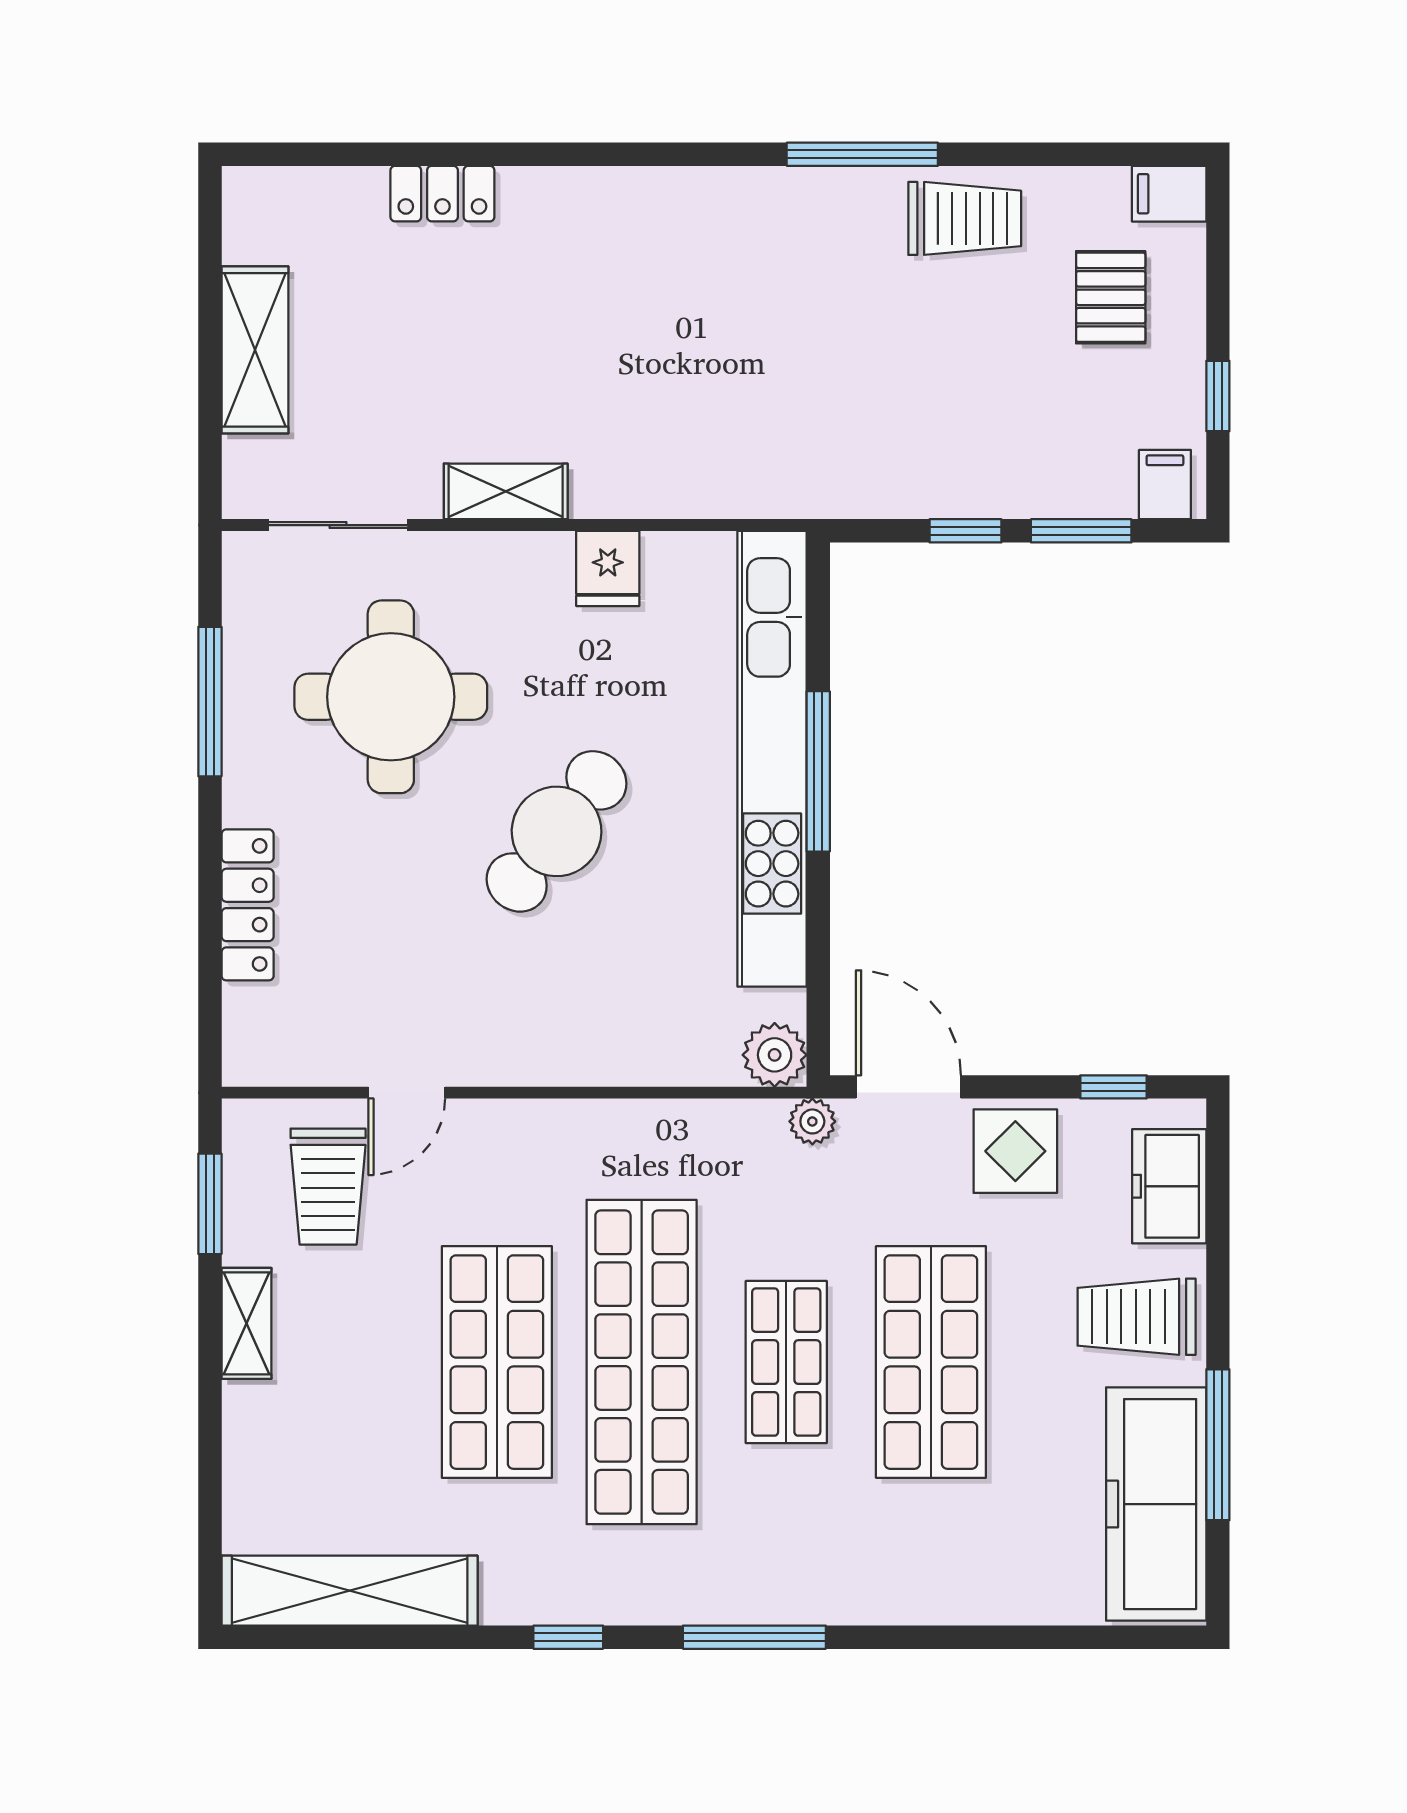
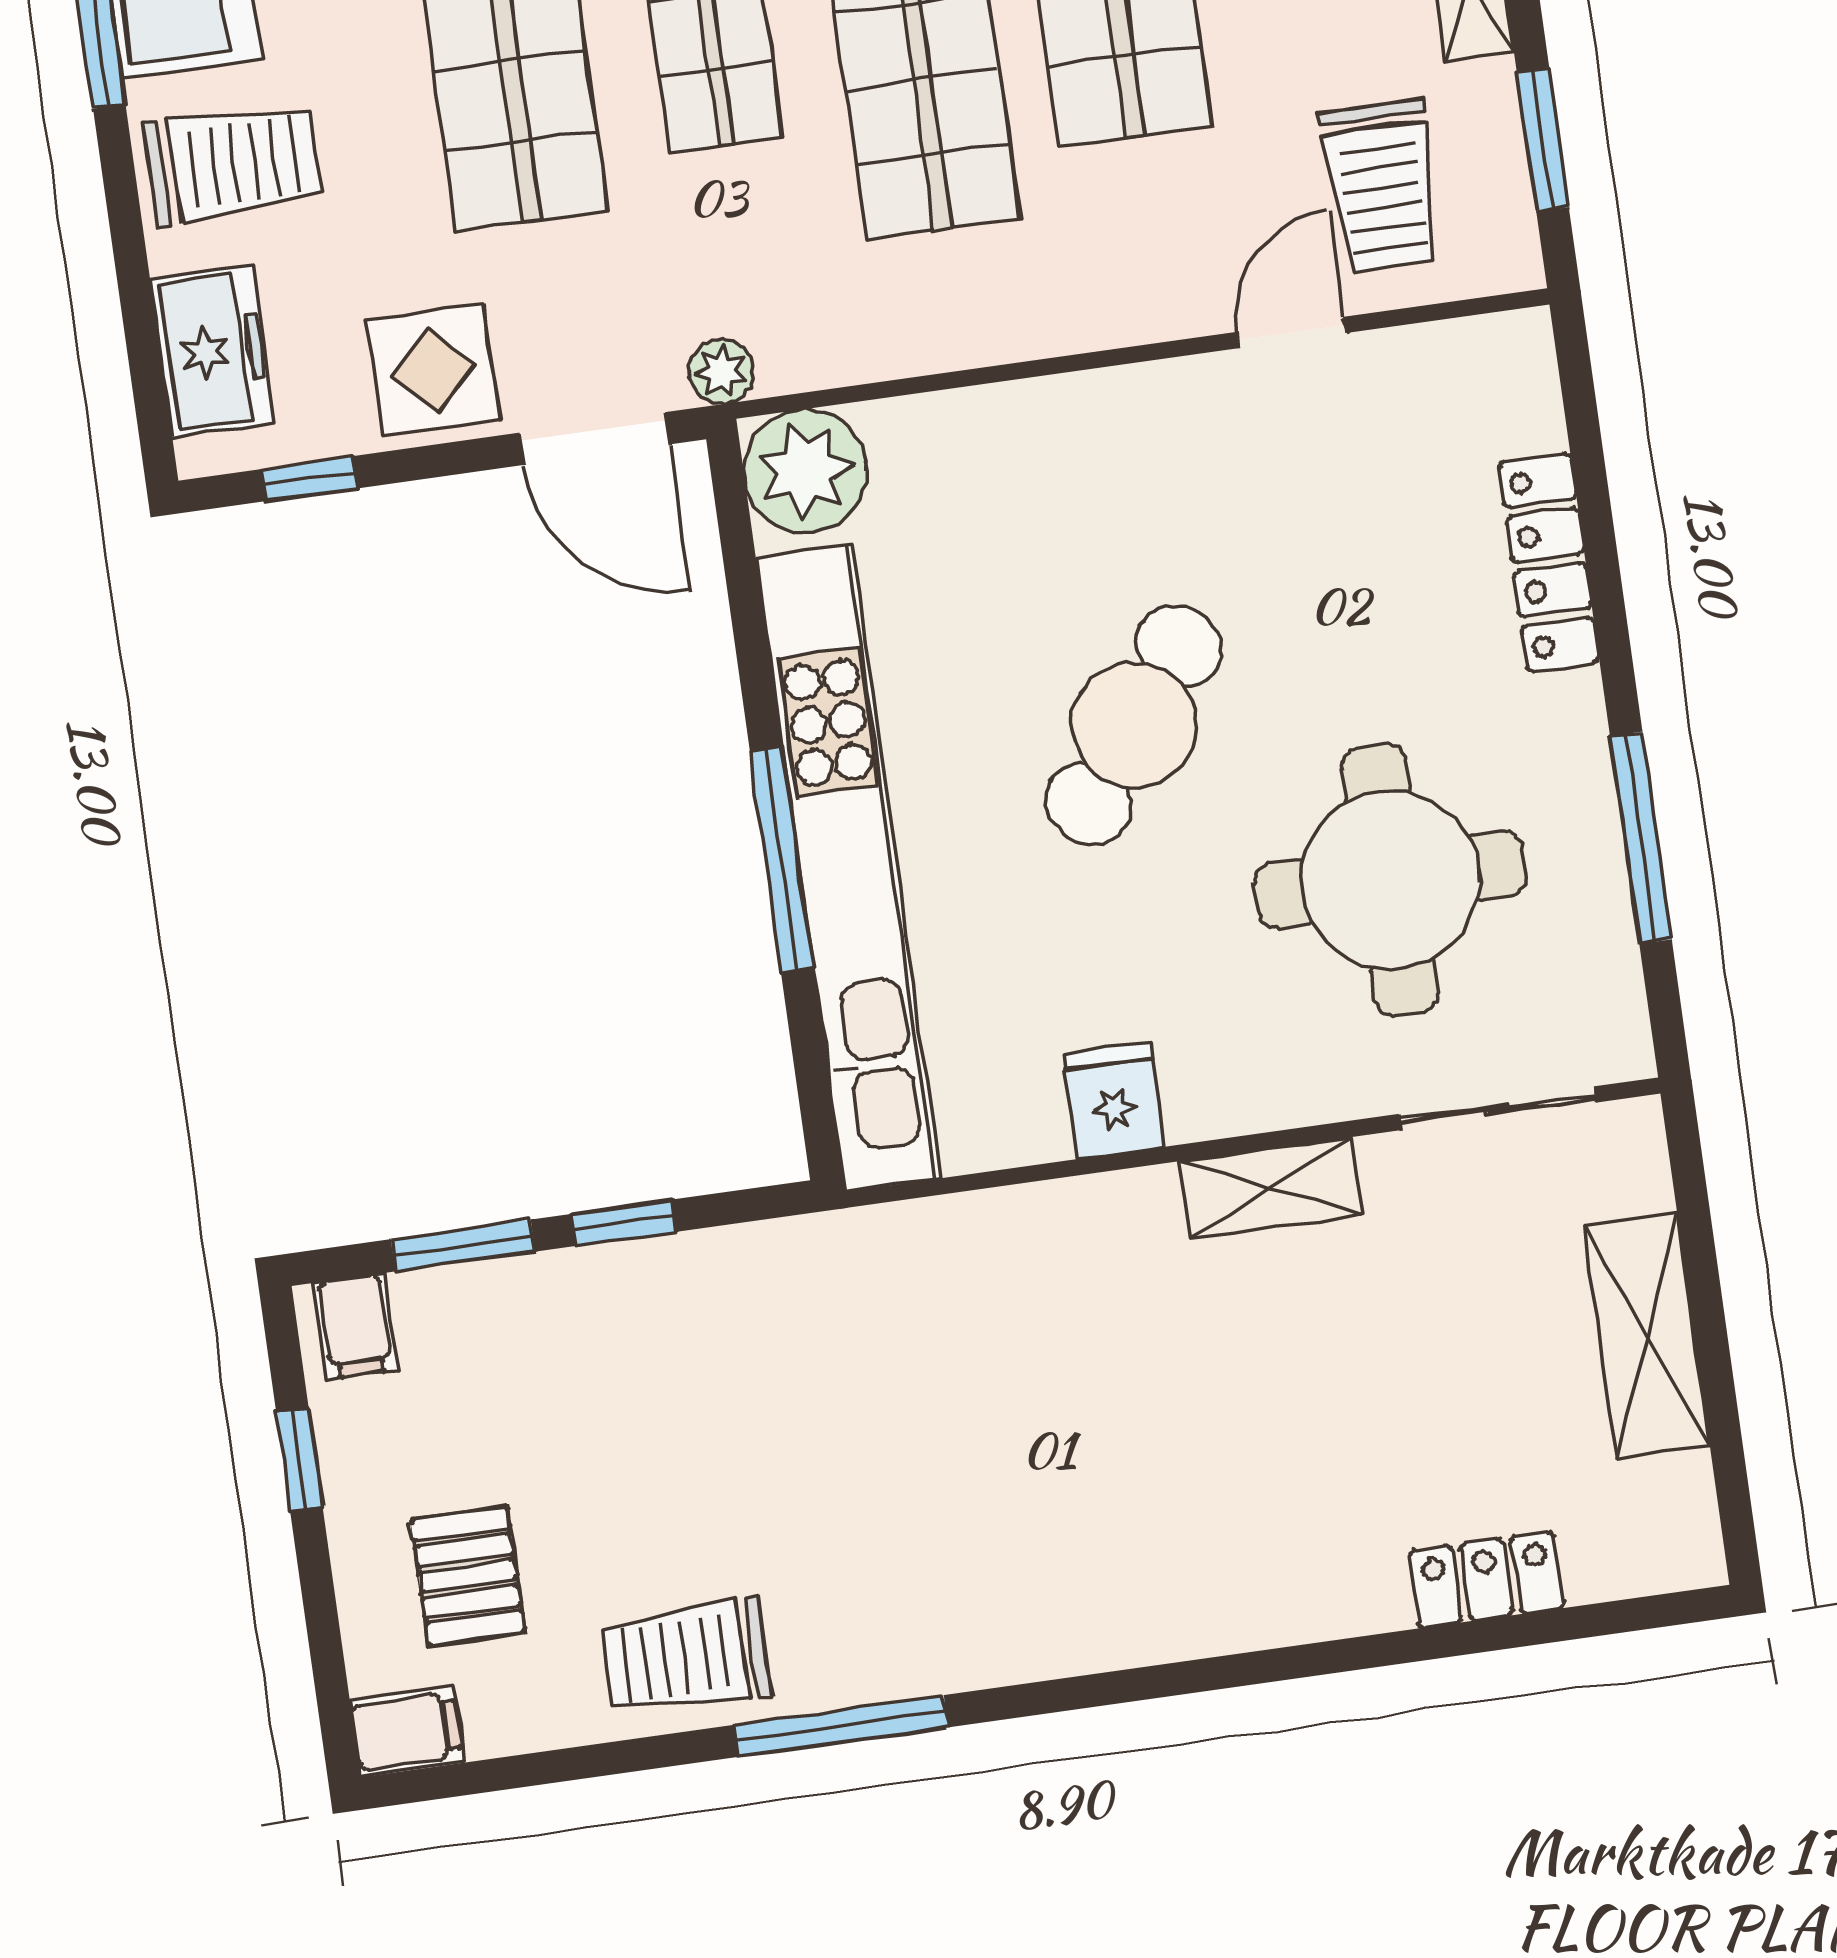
locker: (442, 194) -> (1486, 1580), moved
plant: (775, 1055) -> (805, 471), width x1.36, depth x1.36
trolley: (328, 1187) -> (1382, 187), turned 180

